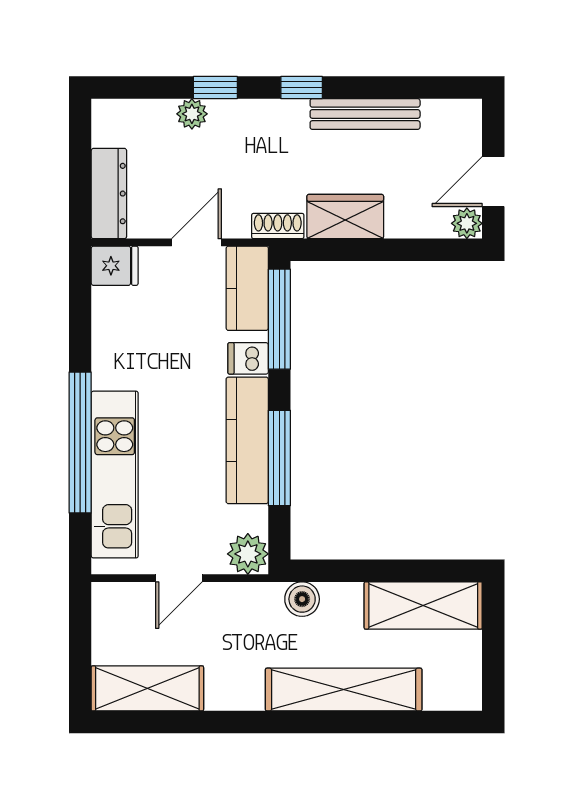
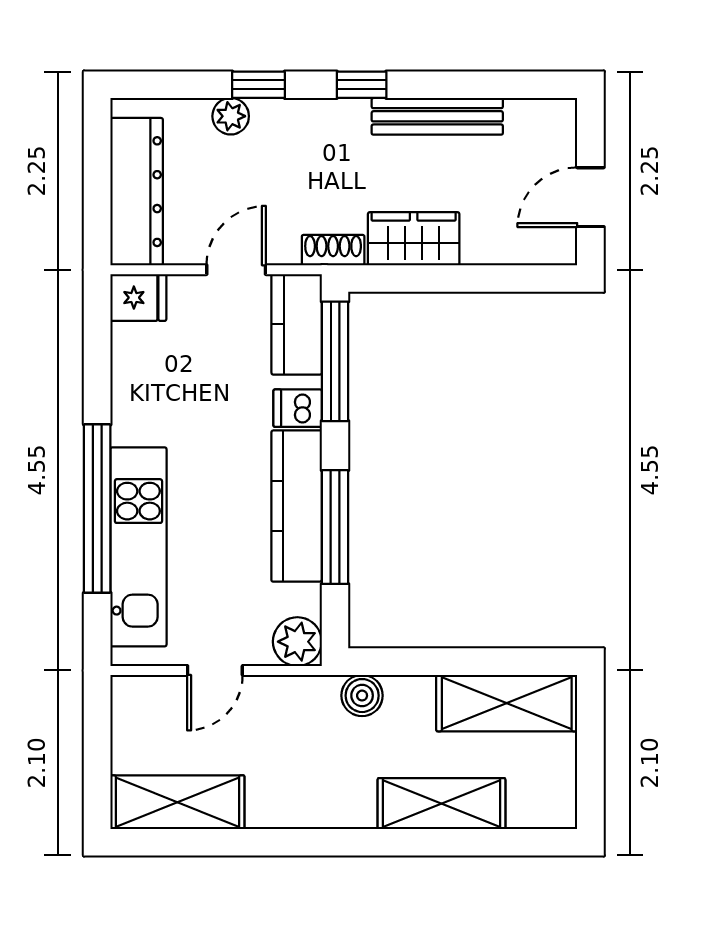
dresser: (109, 194) -> (137, 192), width x1.37, depth x1.24
plant: (467, 223) -> (559, 247), removed
shelving: (344, 690) -> (441, 804), width x0.68

